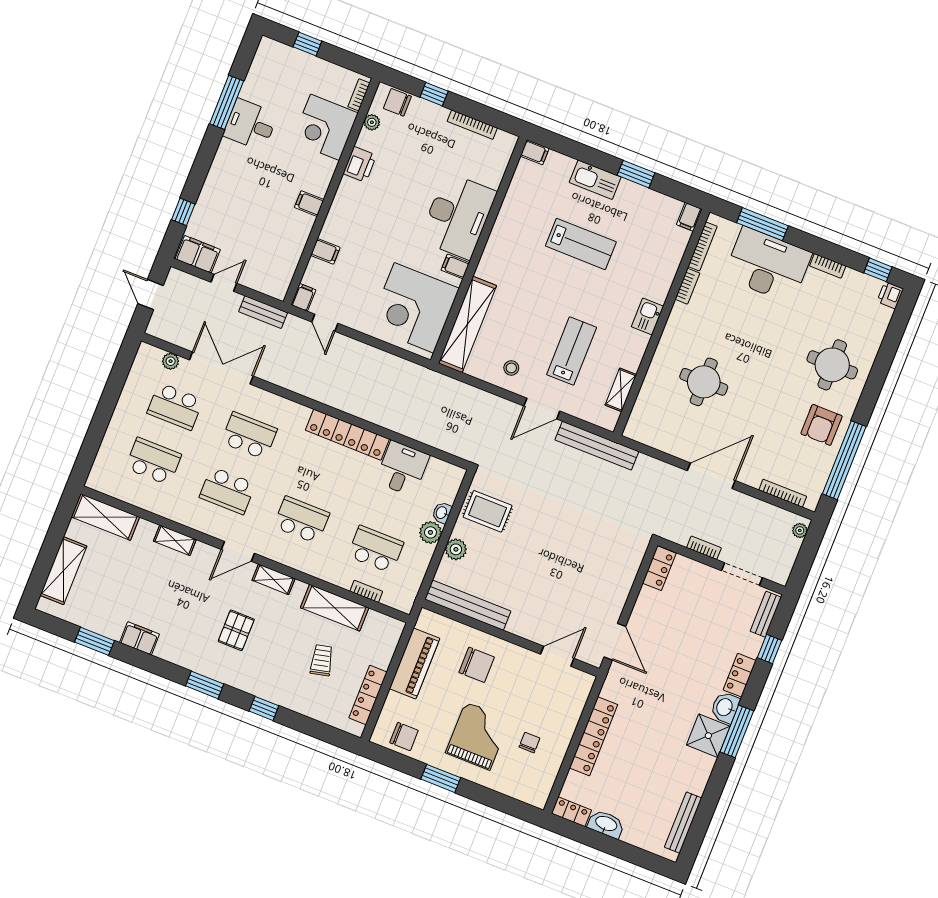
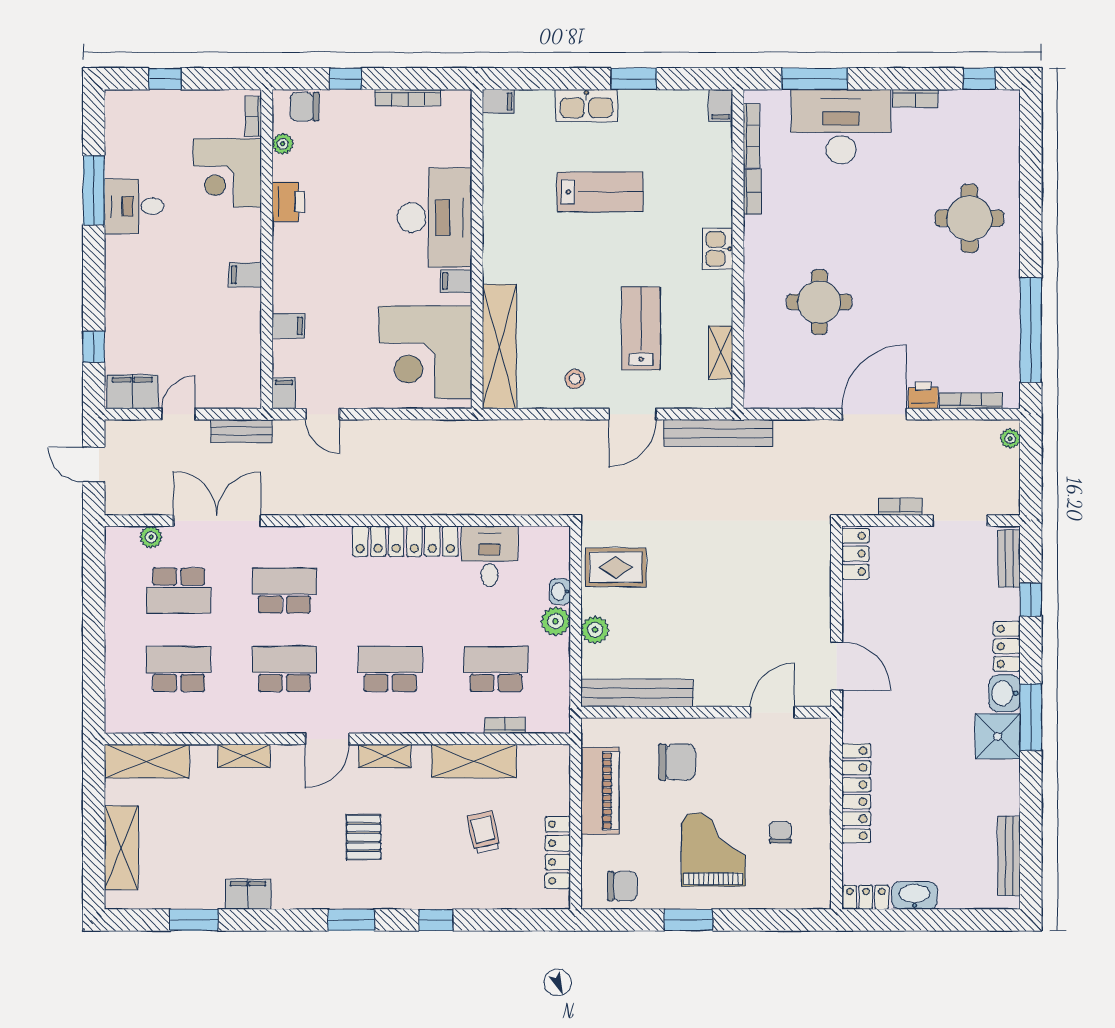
printer: (890, 295) -> (923, 395), moved, turned 90
armchair: (822, 425) -> (985, 298), removed
school desk: (227, 491) -> (284, 669), turned 180

